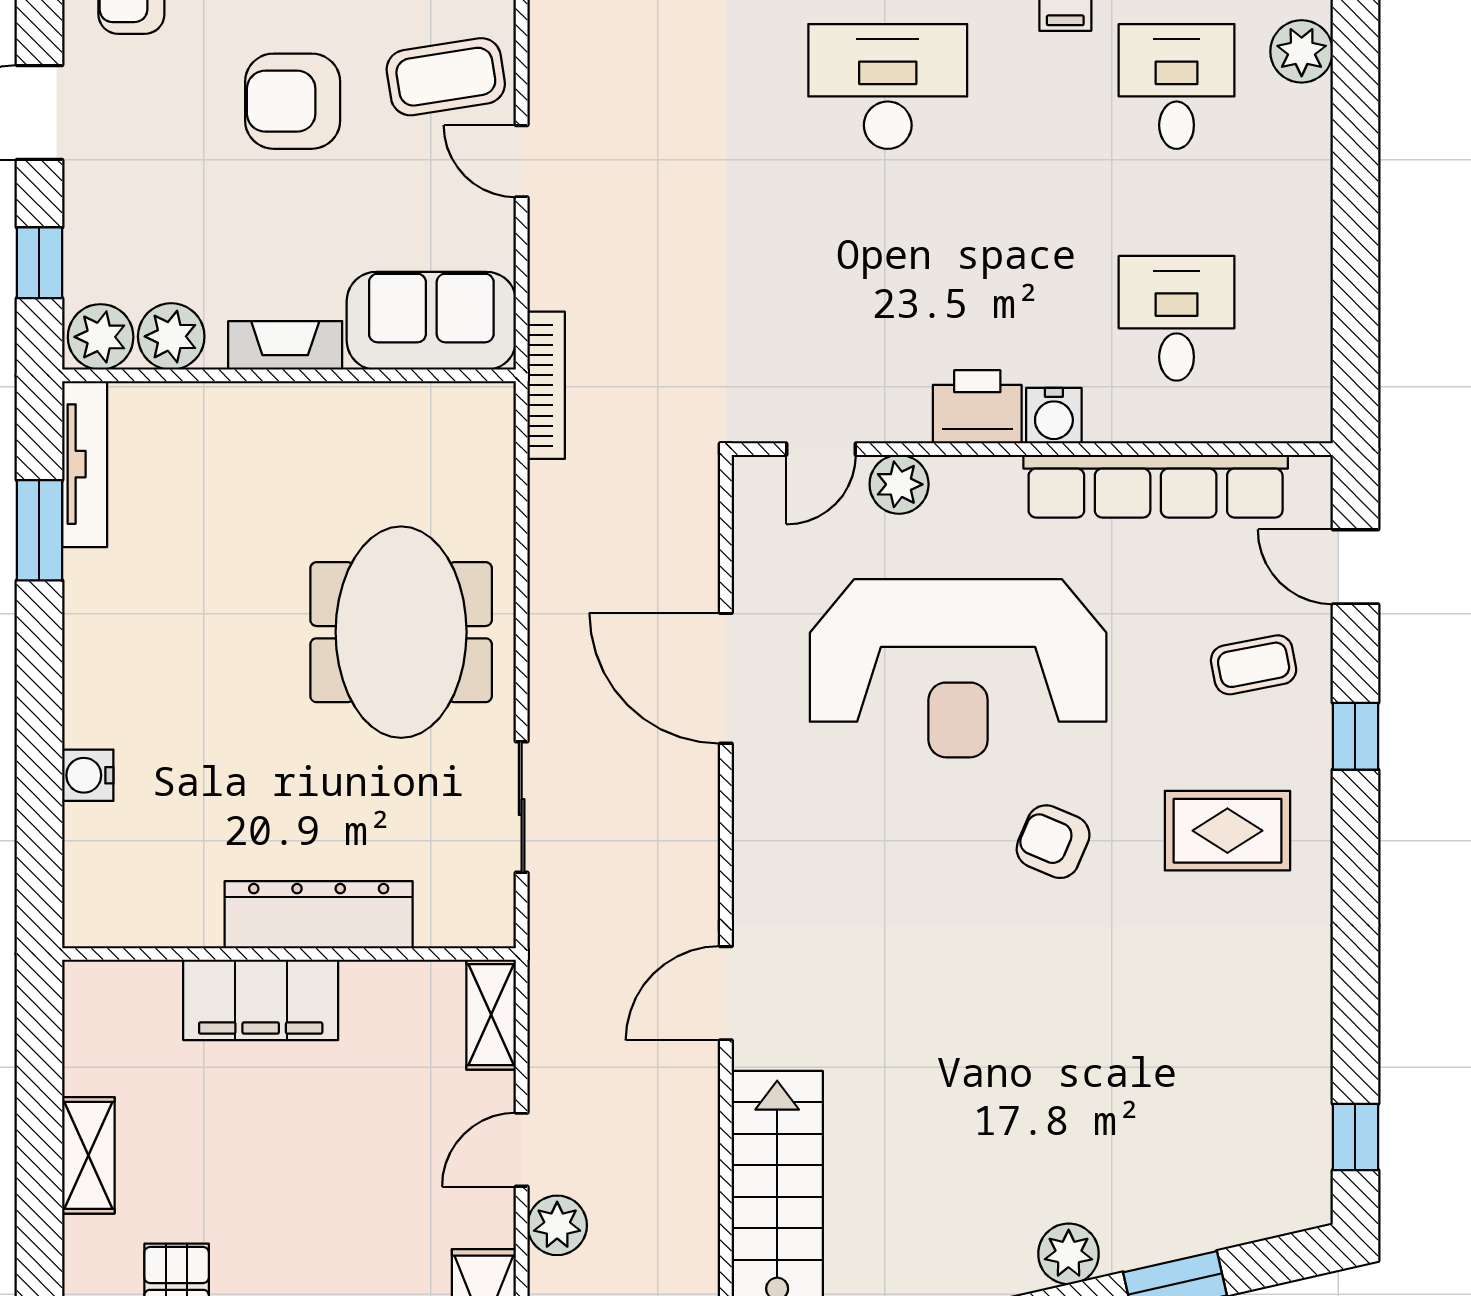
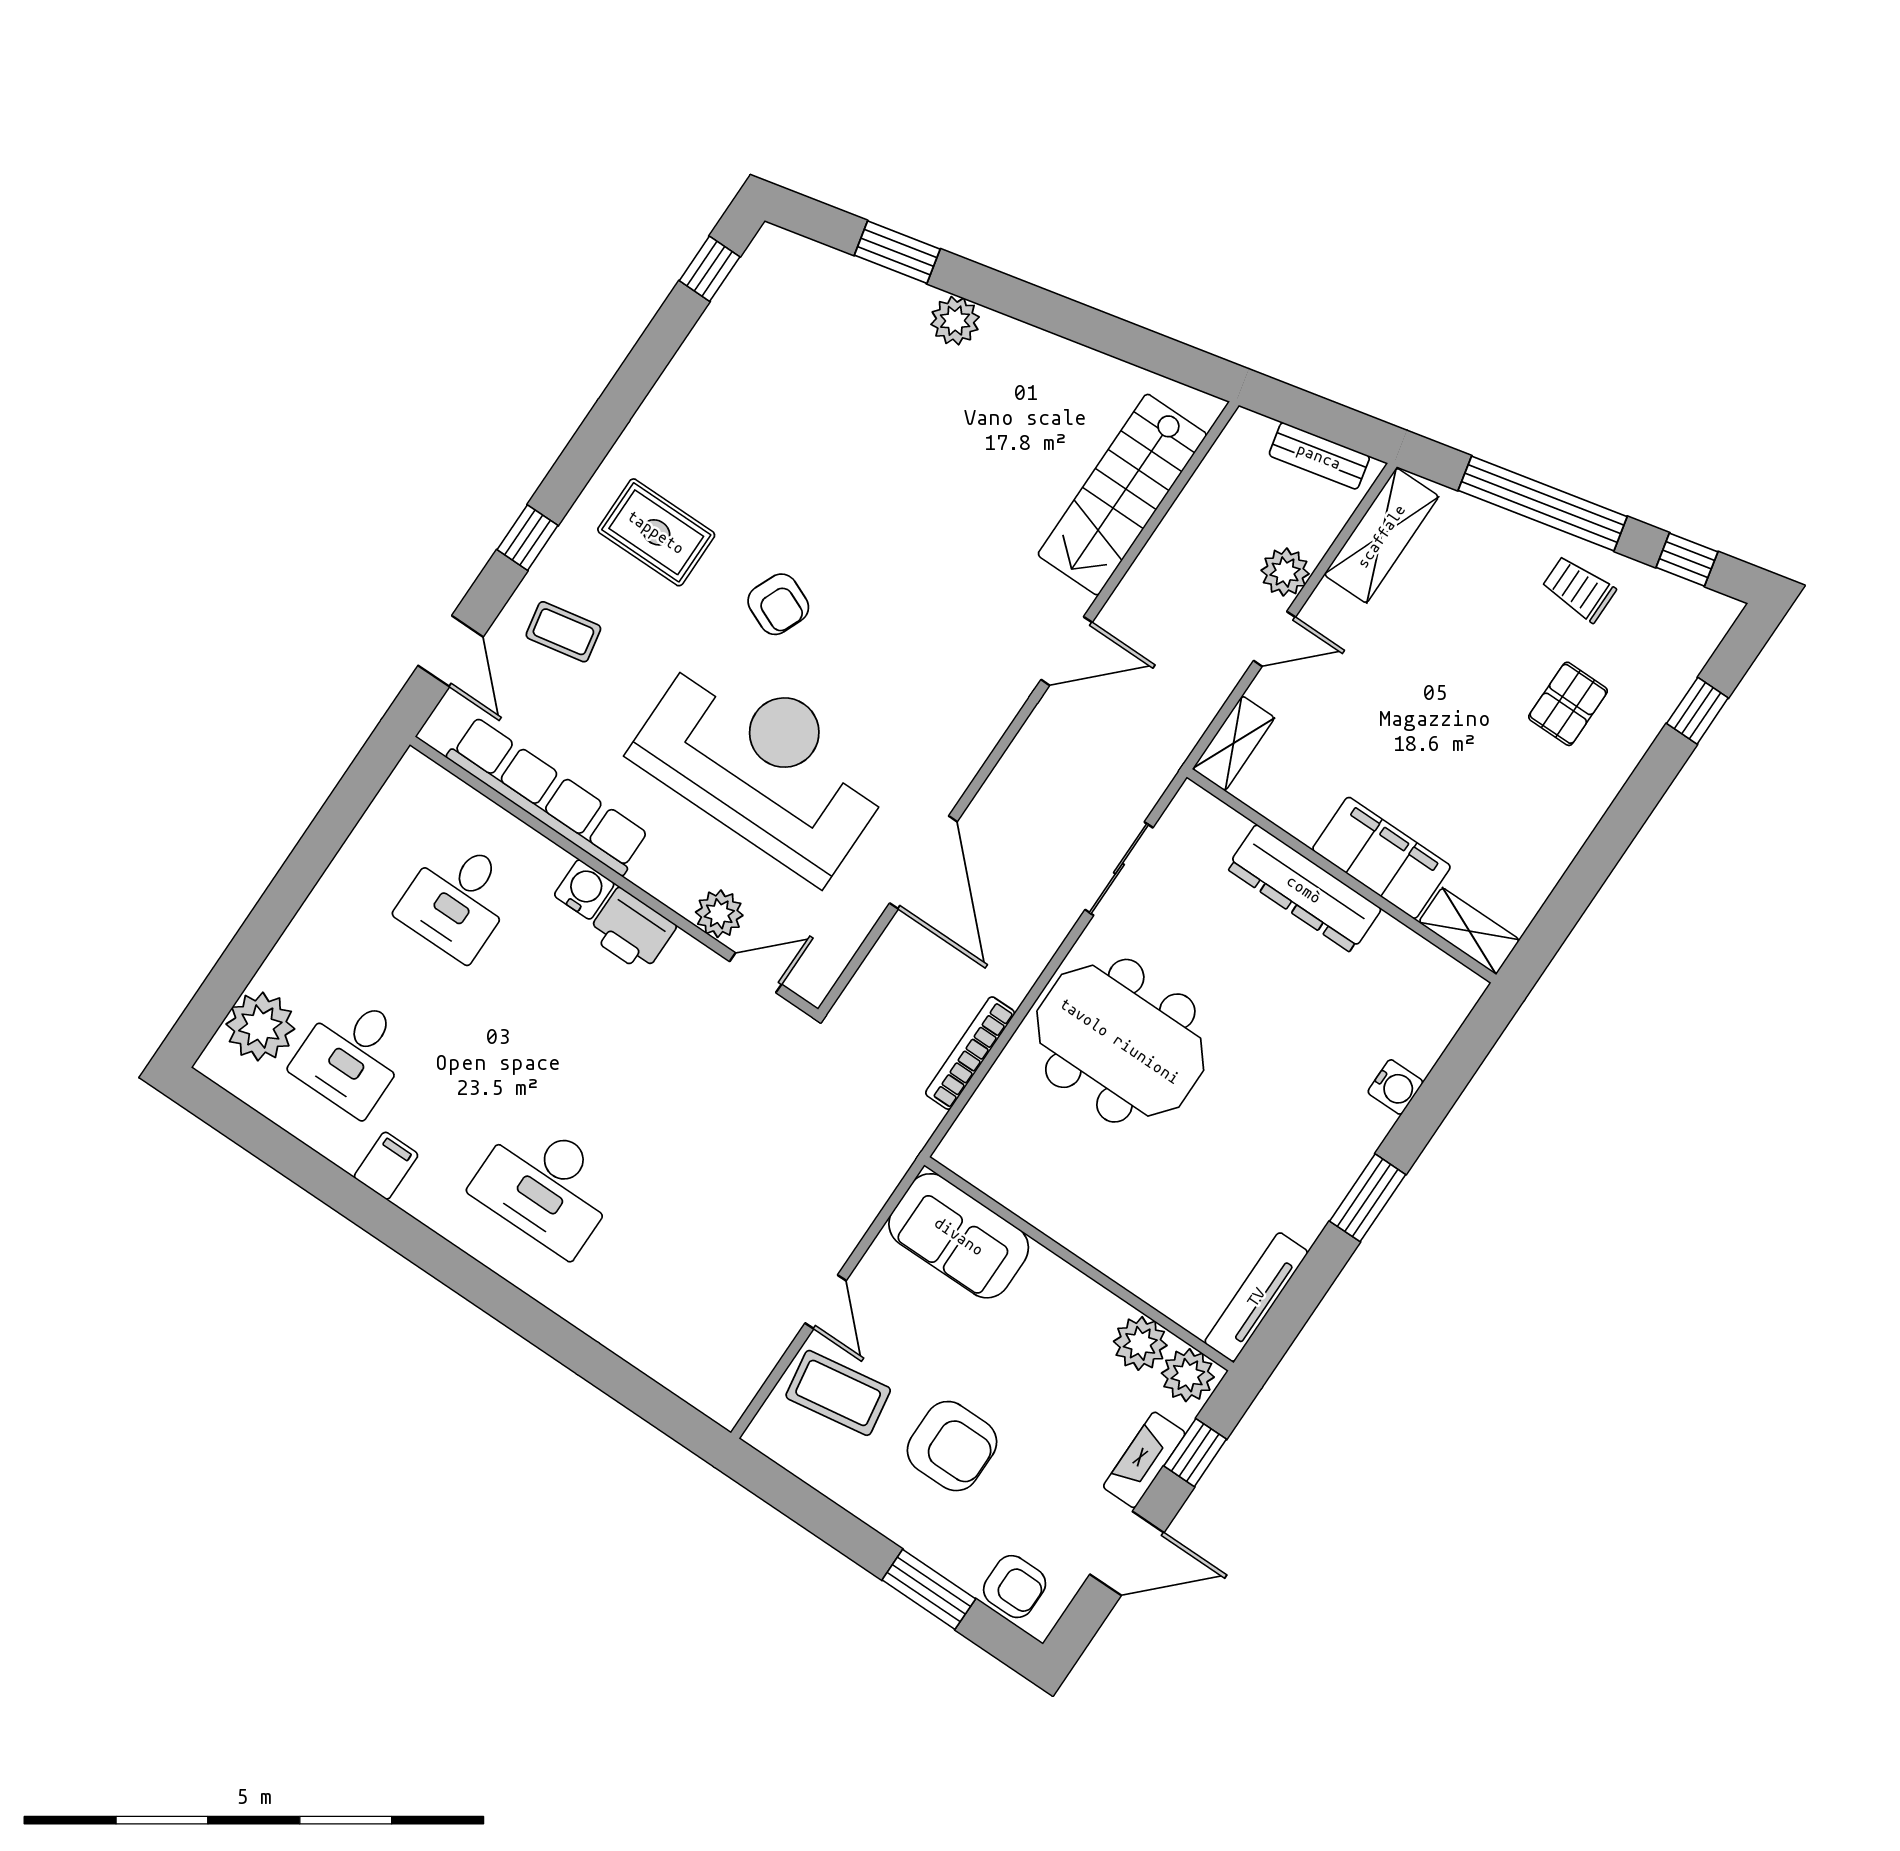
plant: (1302, 51) -> (260, 1027), width x1.36, depth x1.36
fireplace: (285, 345) -> (1144, 1460), moved, turned 90
bookcase: (546, 385) -> (970, 1053), moved
window: (39, 530) -> (1368, 1198), moved
meeting table: (401, 632) -> (1120, 1041), turned 90
shelving: (88, 1155) -> (1469, 931), moved, turned 90

